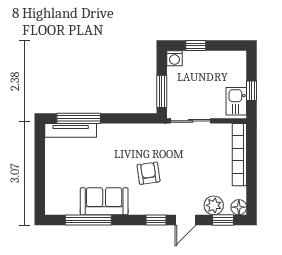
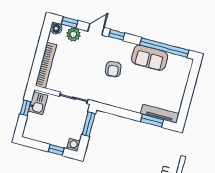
window: (79, 118) -> (152, 121), width x0.69
window: (88, 220) -> (164, 48), width x1.46

